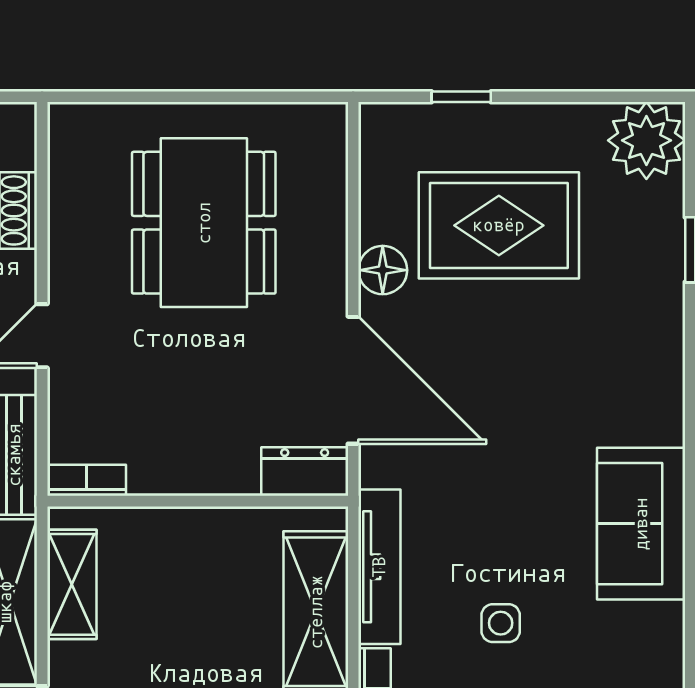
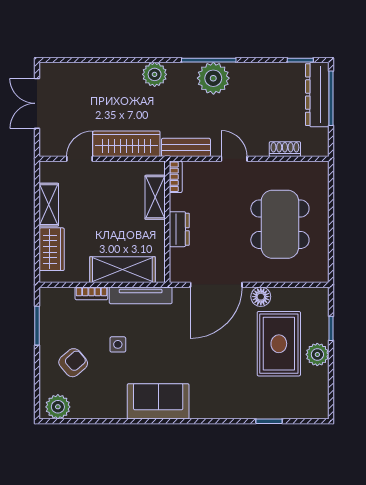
plant: (646, 140) -> (317, 354), moved, width x0.73, depth x0.73
dining table: (204, 223) -> (280, 224), turned 90
dresser: (305, 472) -> (179, 229), moved
shelving: (72, 584) -> (155, 197), moved, turned 90

